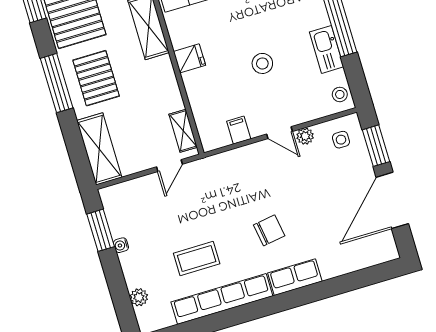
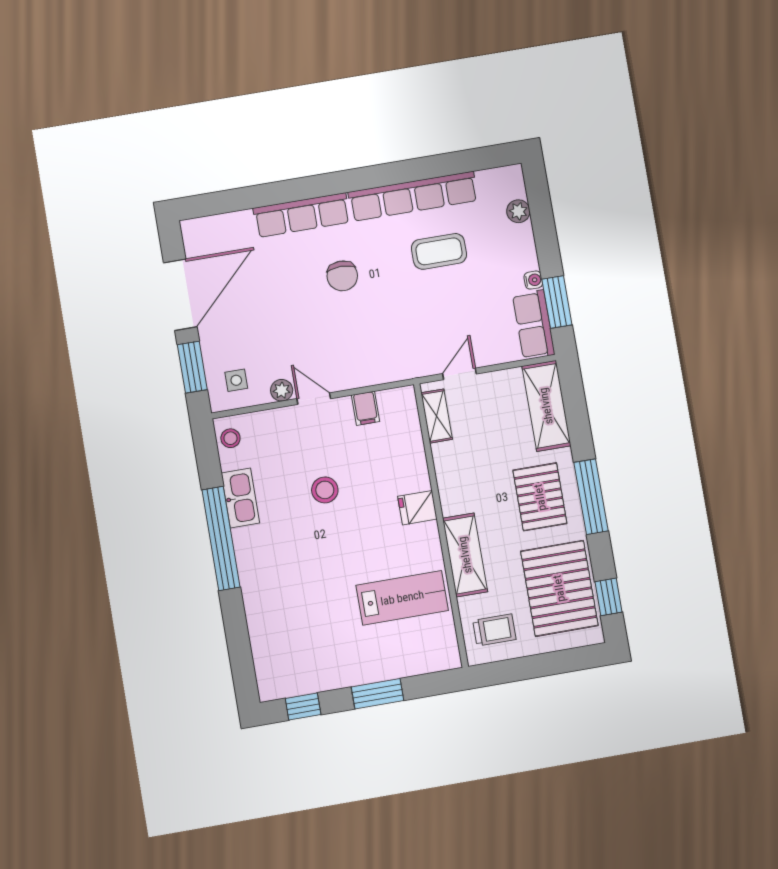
row of seats: (117, 211) -> (534, 325), added
chair: (269, 230) -> (342, 276), turned -81
row of seats: (295, 277) -> (302, 215), width x1.48

